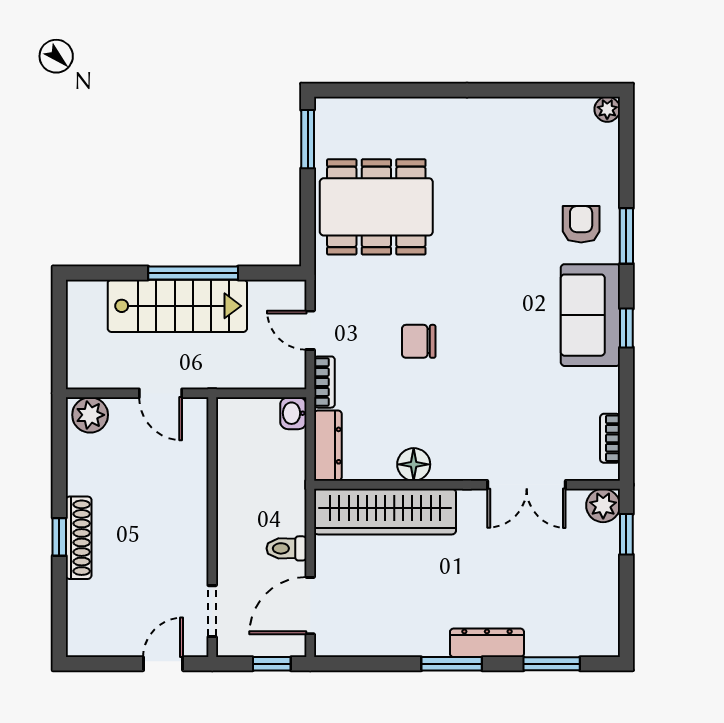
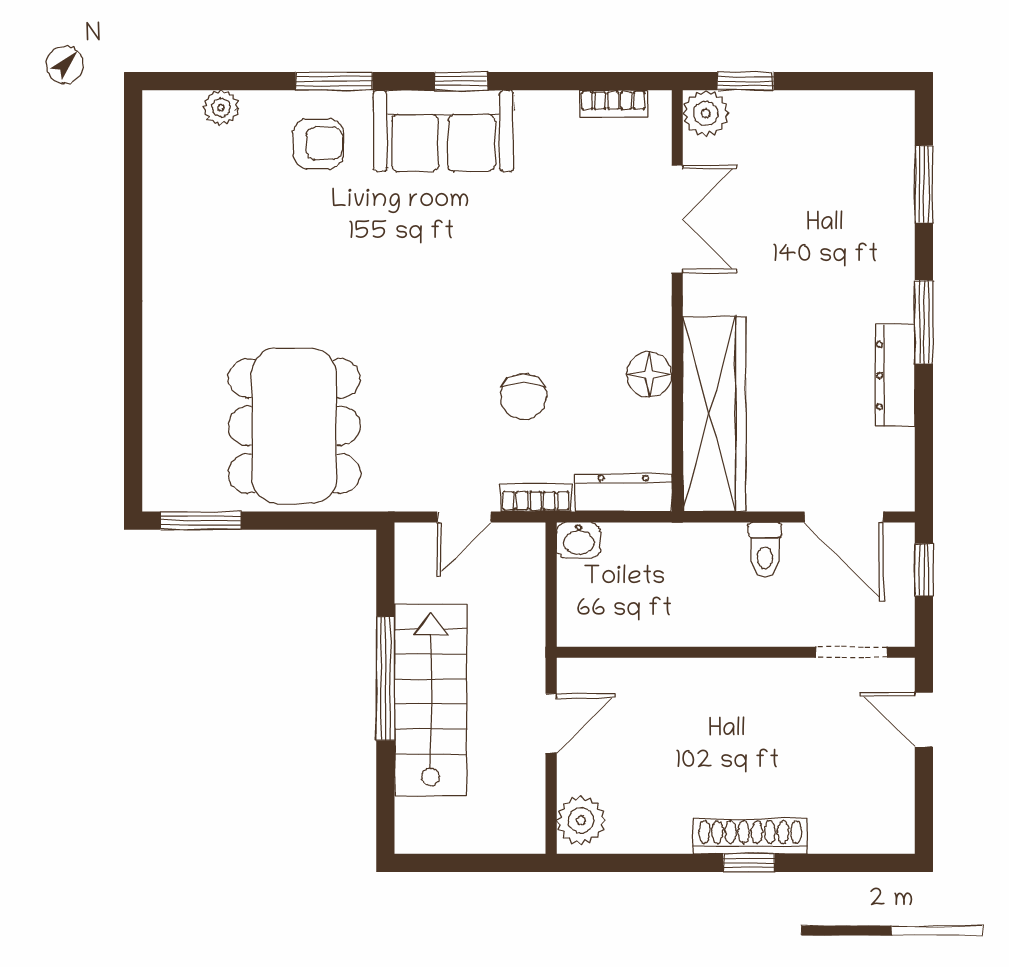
plant: (607, 109) -> (221, 108), moved
armchair: (581, 224) -> (318, 144), turned 180
chair: (419, 341) -> (524, 397), moved
dresser: (487, 643) -> (895, 376), moved

